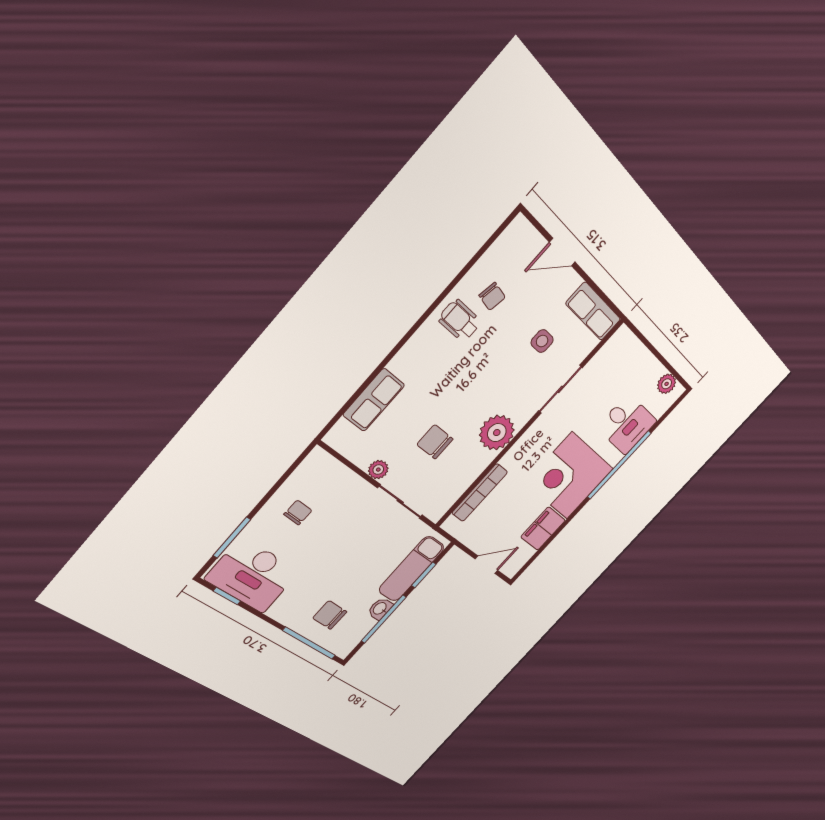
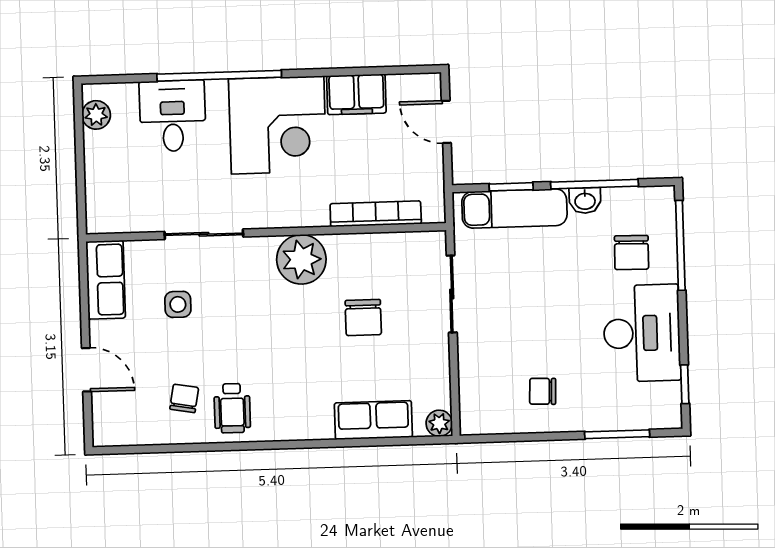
plant: (378, 470) -> (439, 423), moved
desk: (253, 575) -> (642, 333), moved

